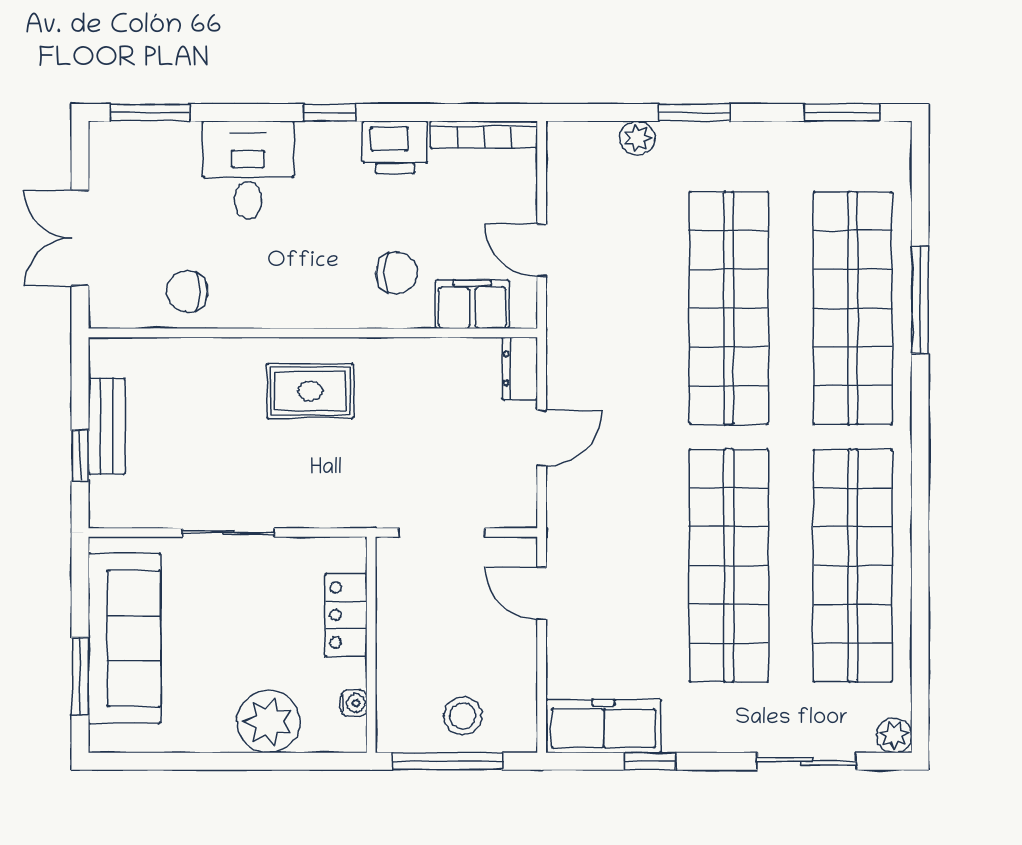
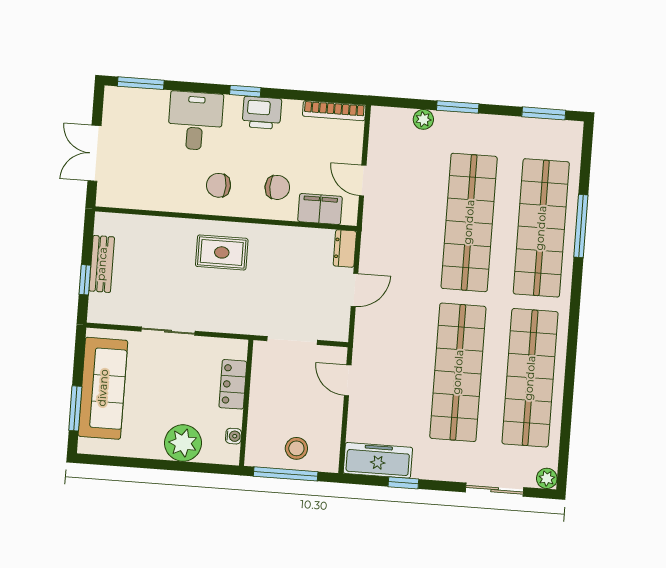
printer: (395, 147) -> (262, 113), moved
chair: (187, 292) -> (219, 185), moved

